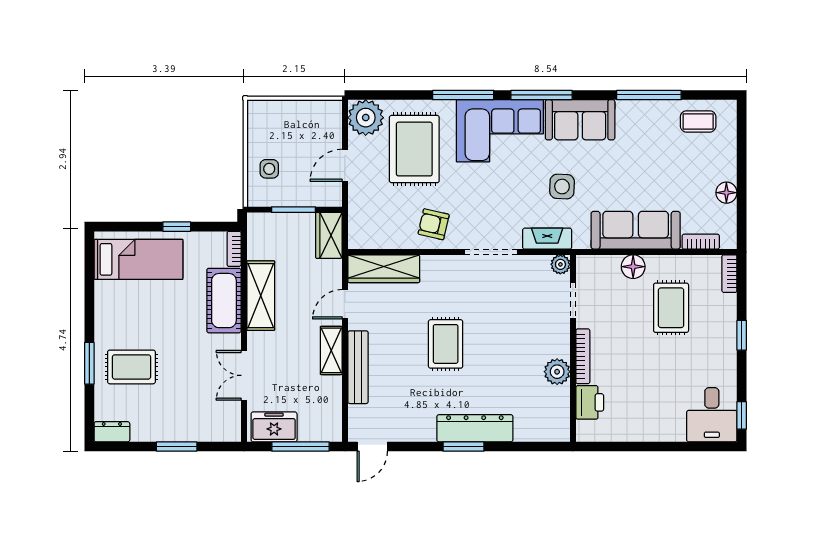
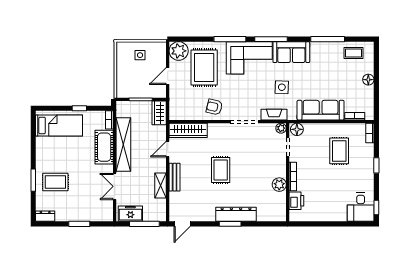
side table: (269, 169) -> (140, 55), moved
floor lamp: (726, 193) -> (368, 80), moved
floor lamp: (633, 267) -> (297, 129), moved
shelving: (261, 296) -> (123, 145), width x1.47
shelving: (331, 350) -> (161, 185), moved
bench: (358, 367) -> (175, 177), width x0.73

